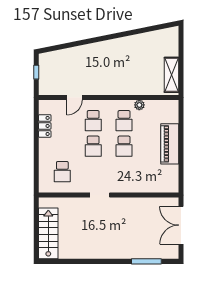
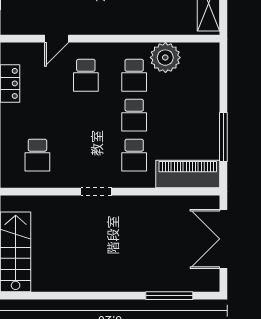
plant: (139, 105) -> (165, 58), width x1.88, depth x1.88
piano: (170, 144) -> (188, 174), moved, turned 90
school desk: (93, 146) -> (134, 155), moved
window: (181, 160) -> (223, 137), added

